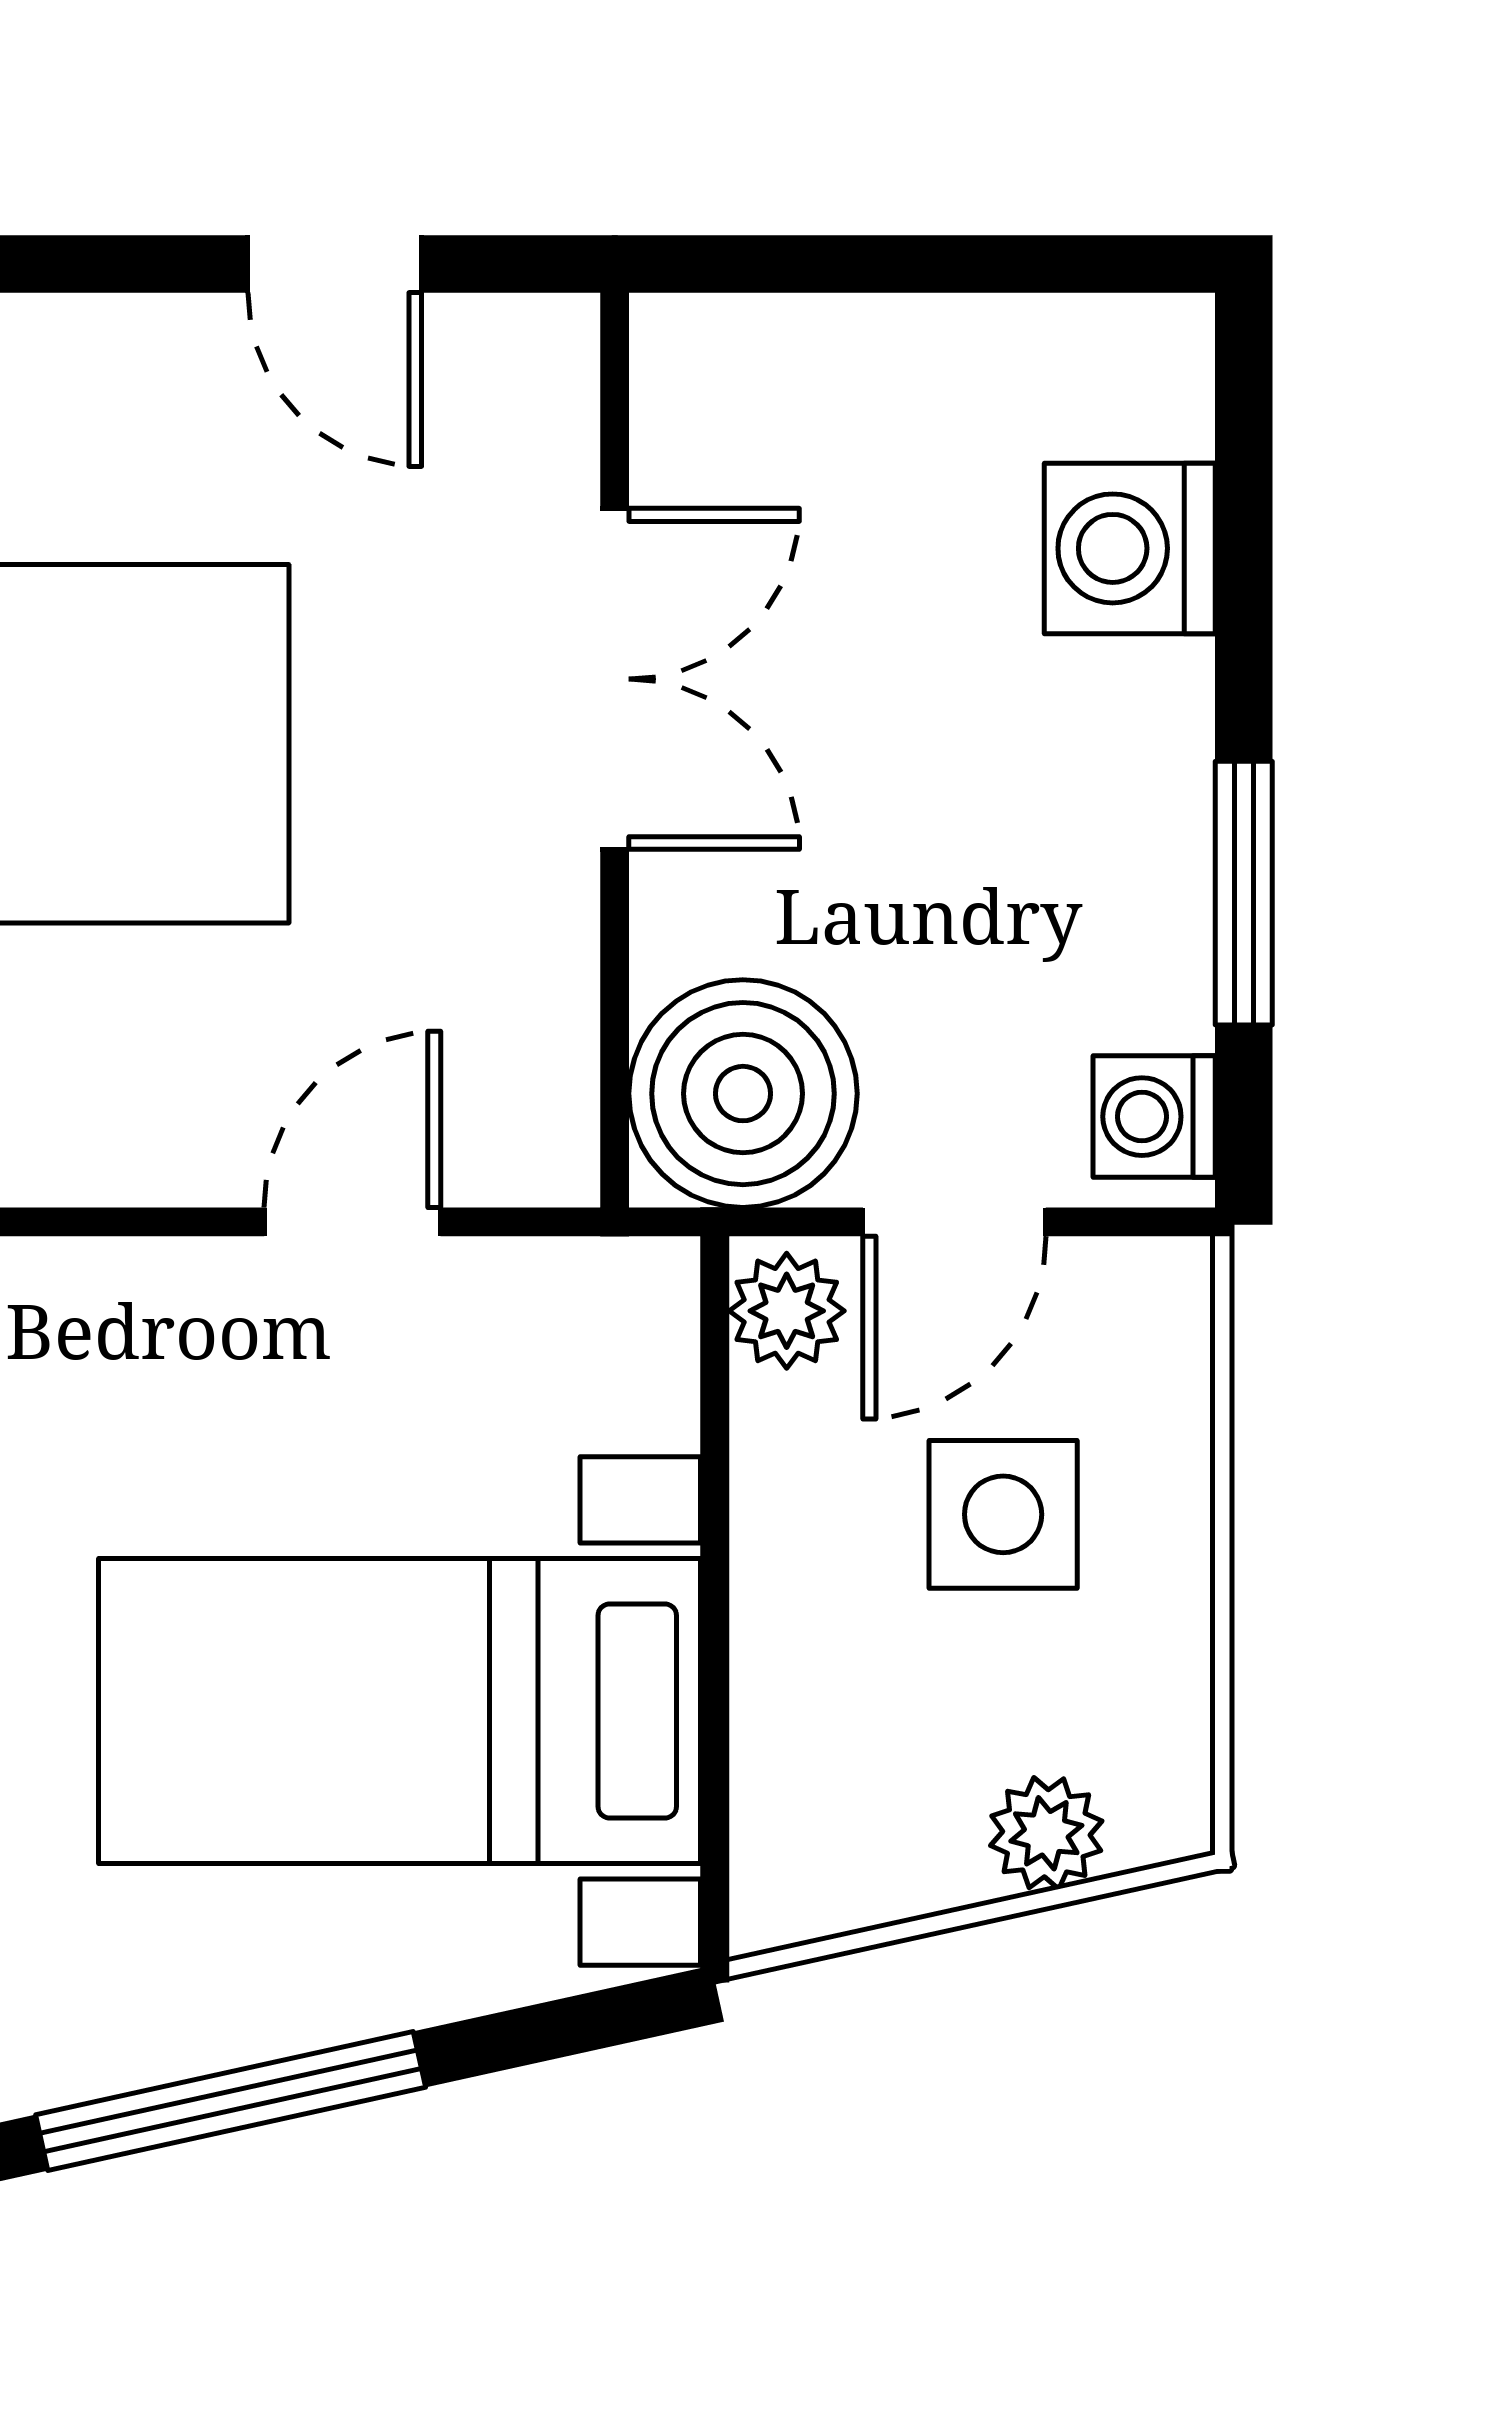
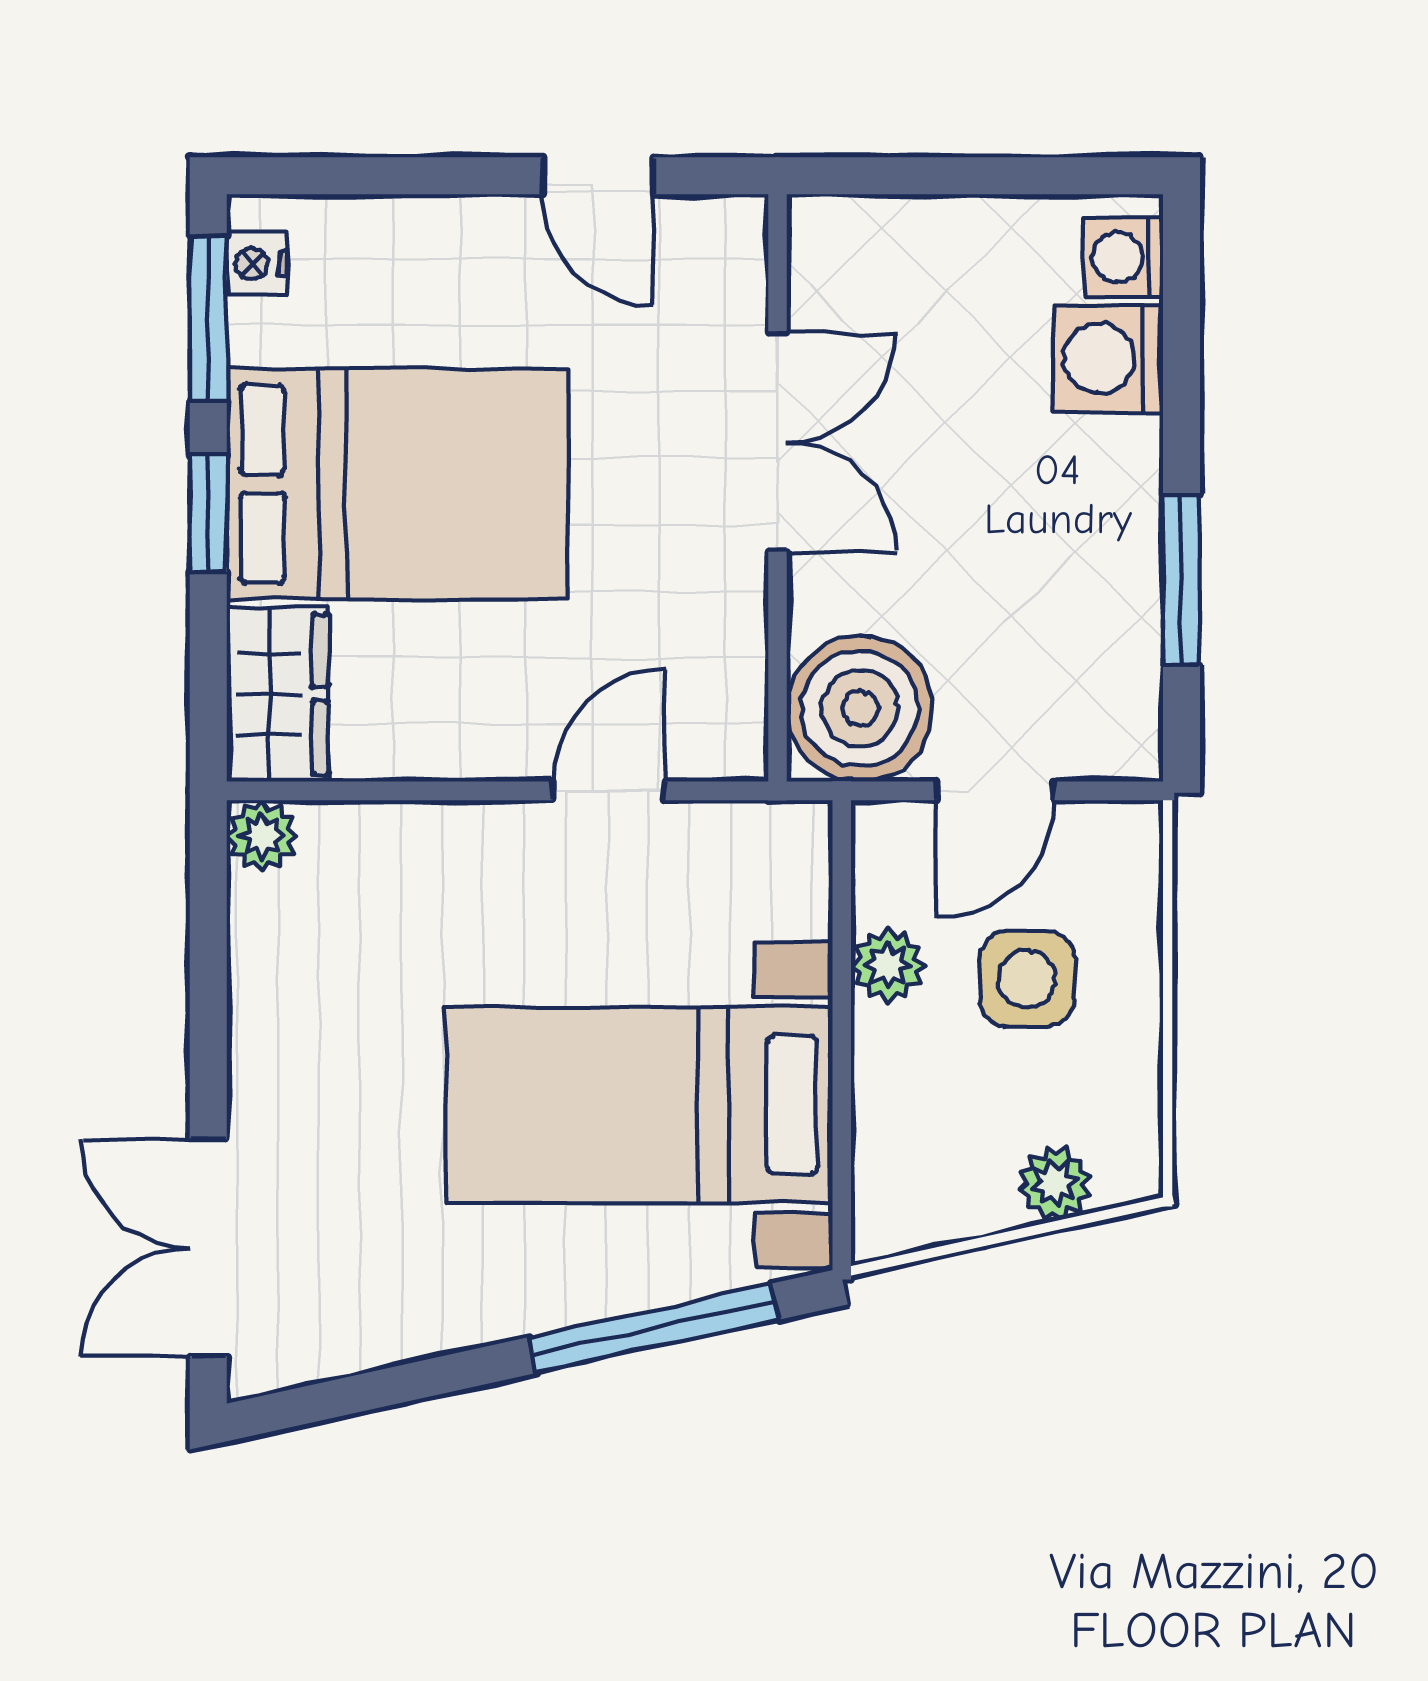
washing machine: (1154, 1117) -> (1124, 257), moved
plant: (787, 1311) -> (888, 965), moved
window: (231, 2101) -> (654, 1328), moved

